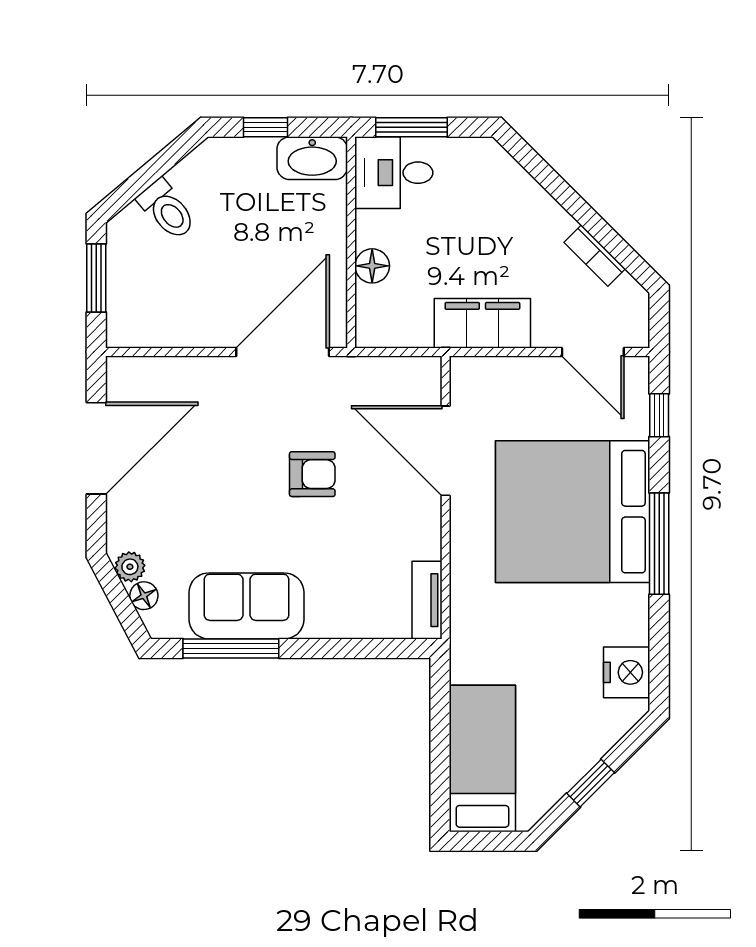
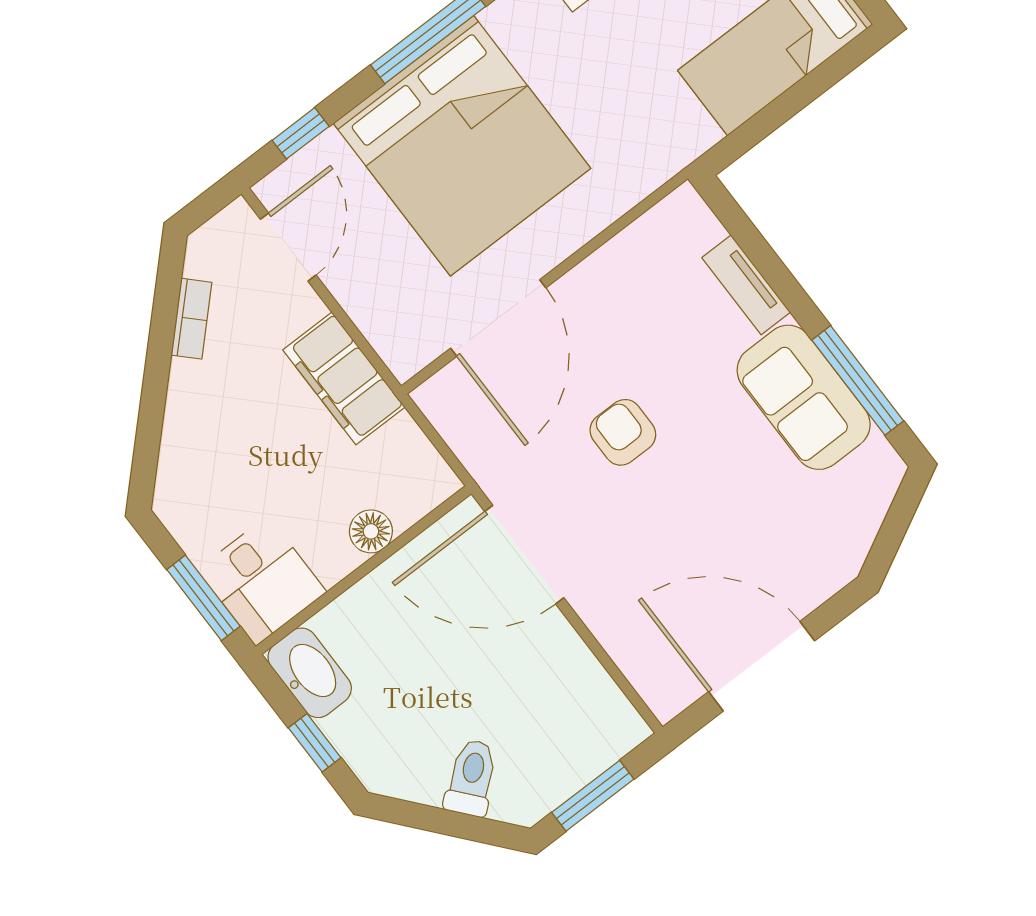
plant: (130, 567) -> (853, 543), removed
floor lamp: (144, 596) -> (872, 507), removed
tv unit: (427, 600) -> (746, 285), moved, turned 90

